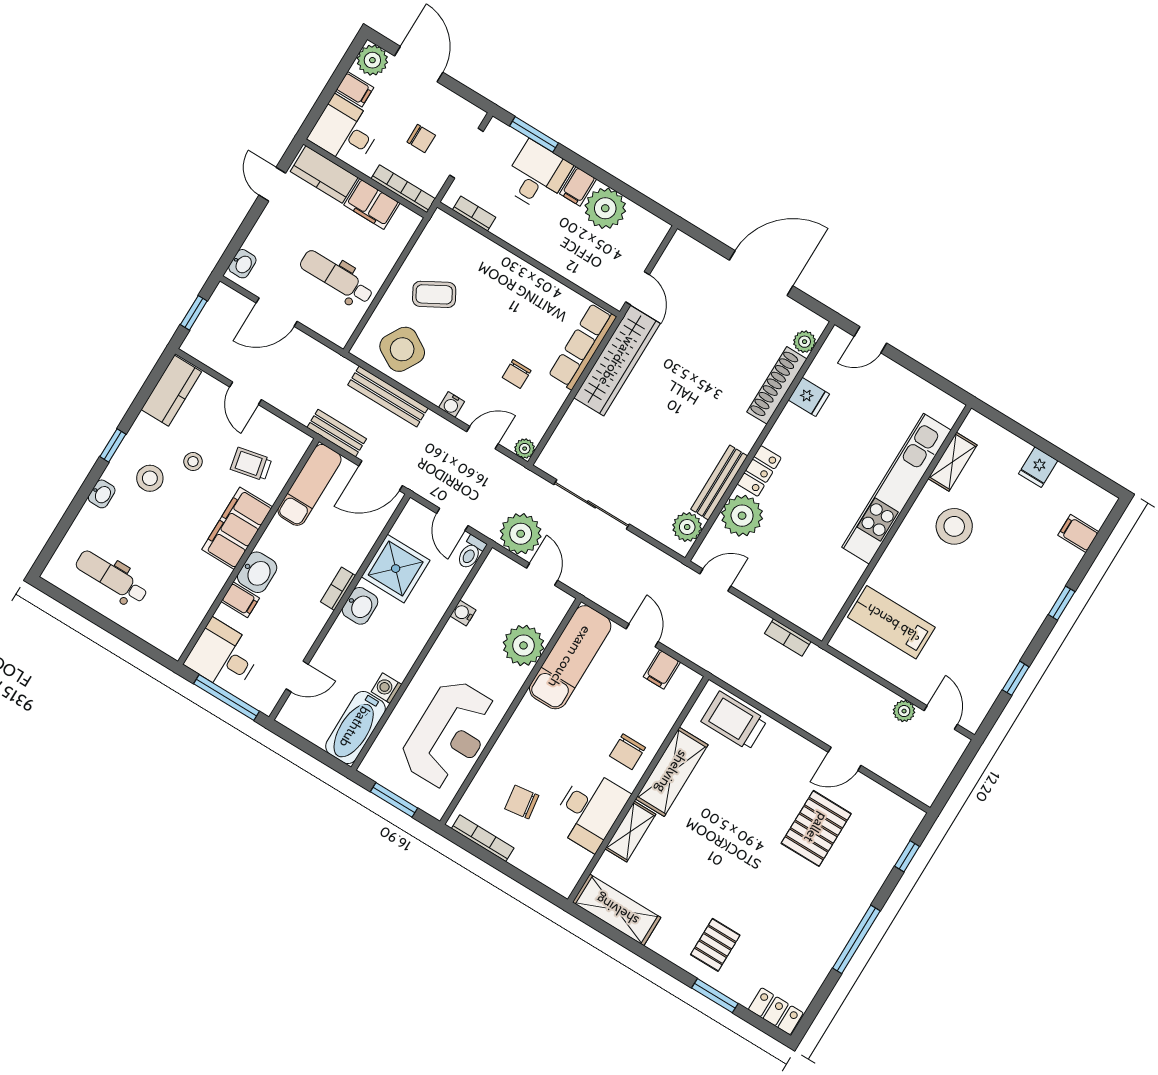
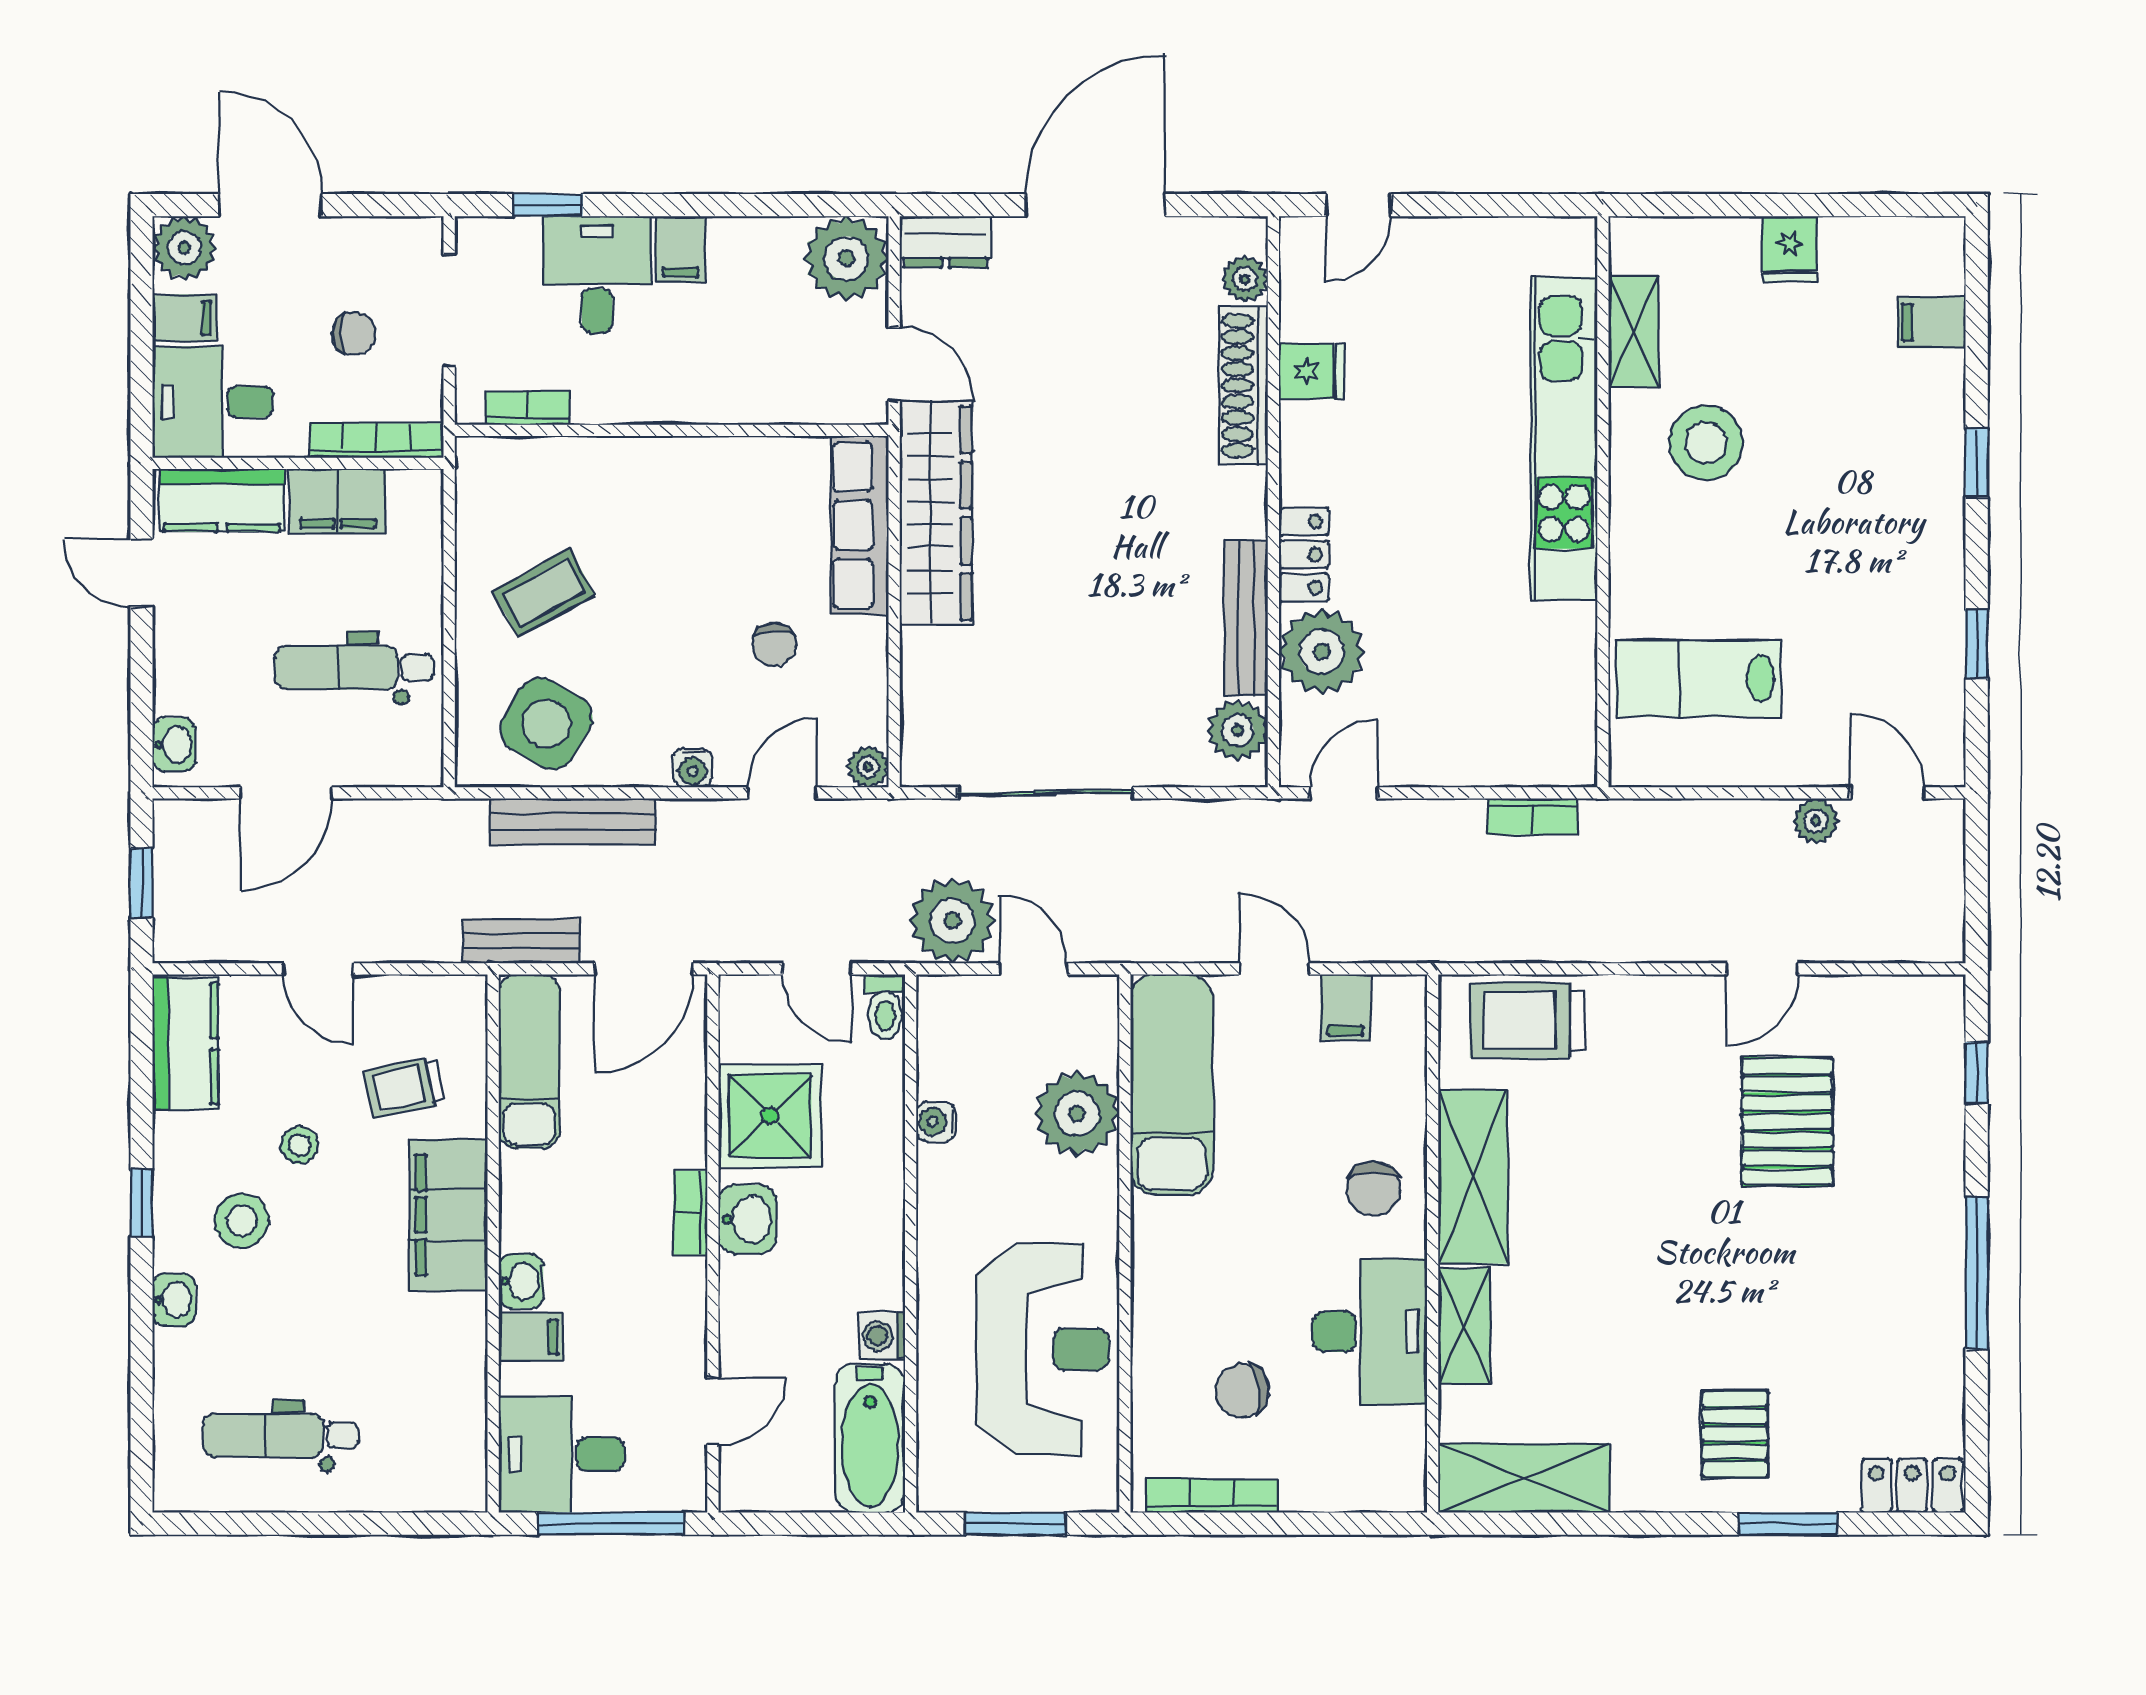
window: (534, 134) -> (548, 205), width x0.67
plant: (605, 208) -> (846, 258), moved
dresser: (690, 250) -> (945, 242), added
washbasin: (257, 572) -> (521, 1281), width x0.72, depth x0.69

